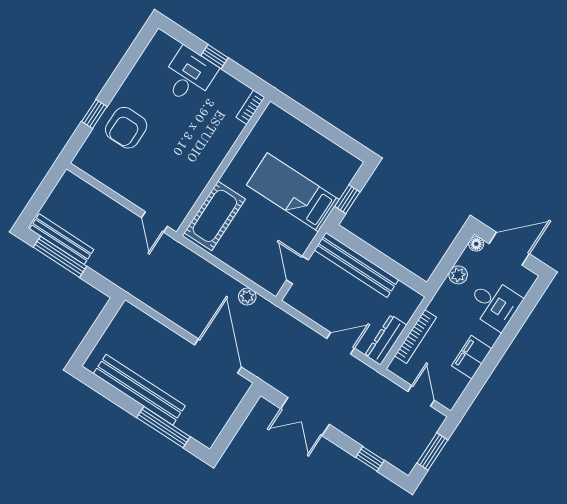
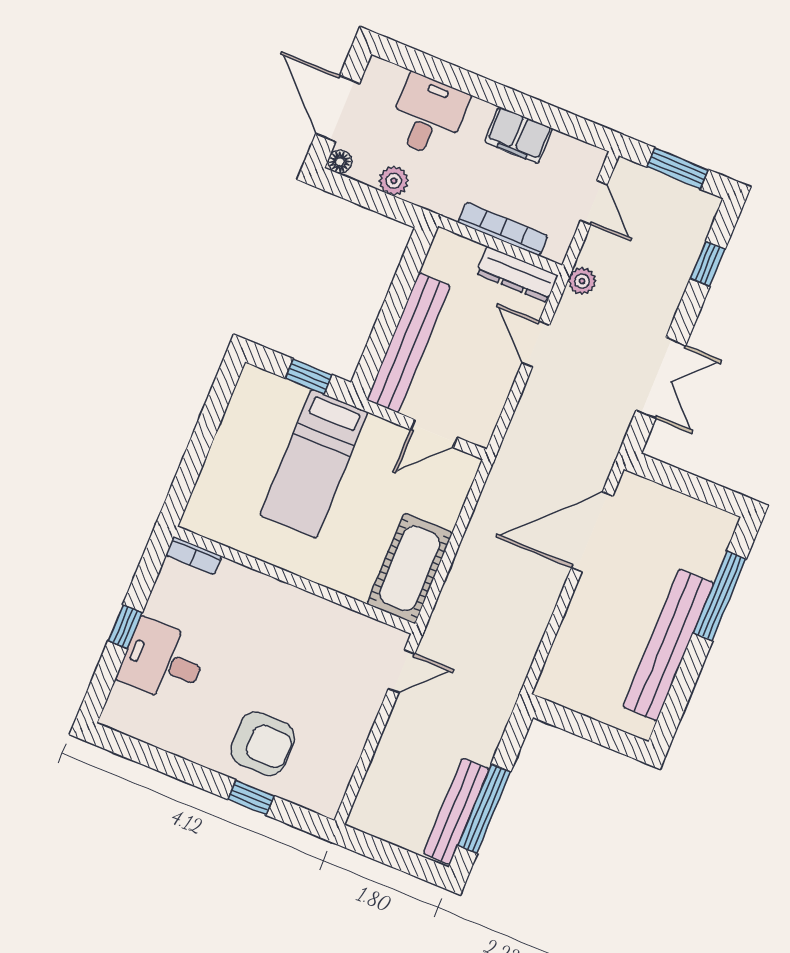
cot: (215, 216) -> (410, 568), moved, turned 90
plant: (247, 297) -> (582, 281), moved
door: (421, 396) -> (594, 203), swing flipped

